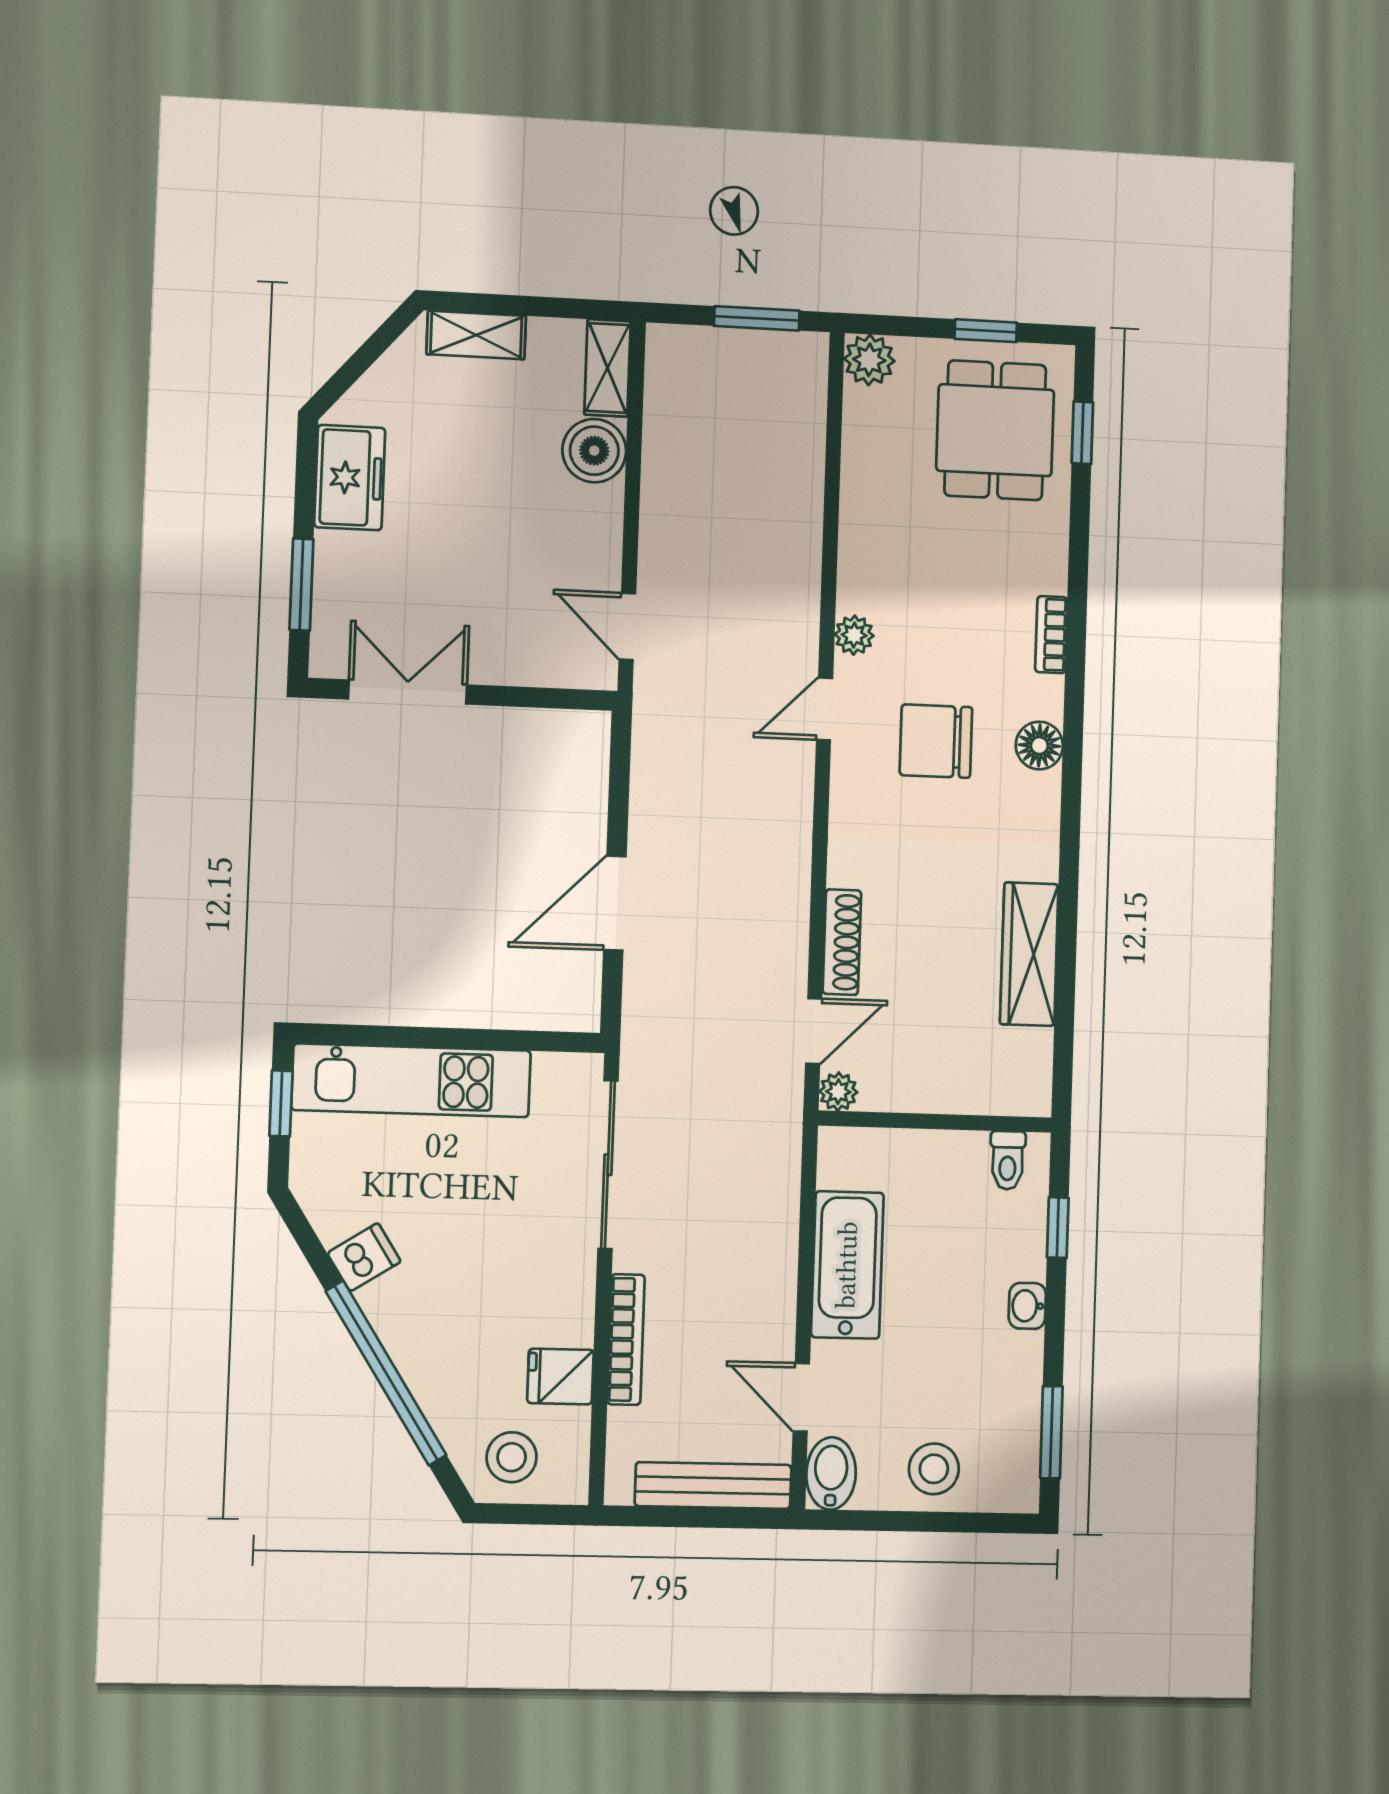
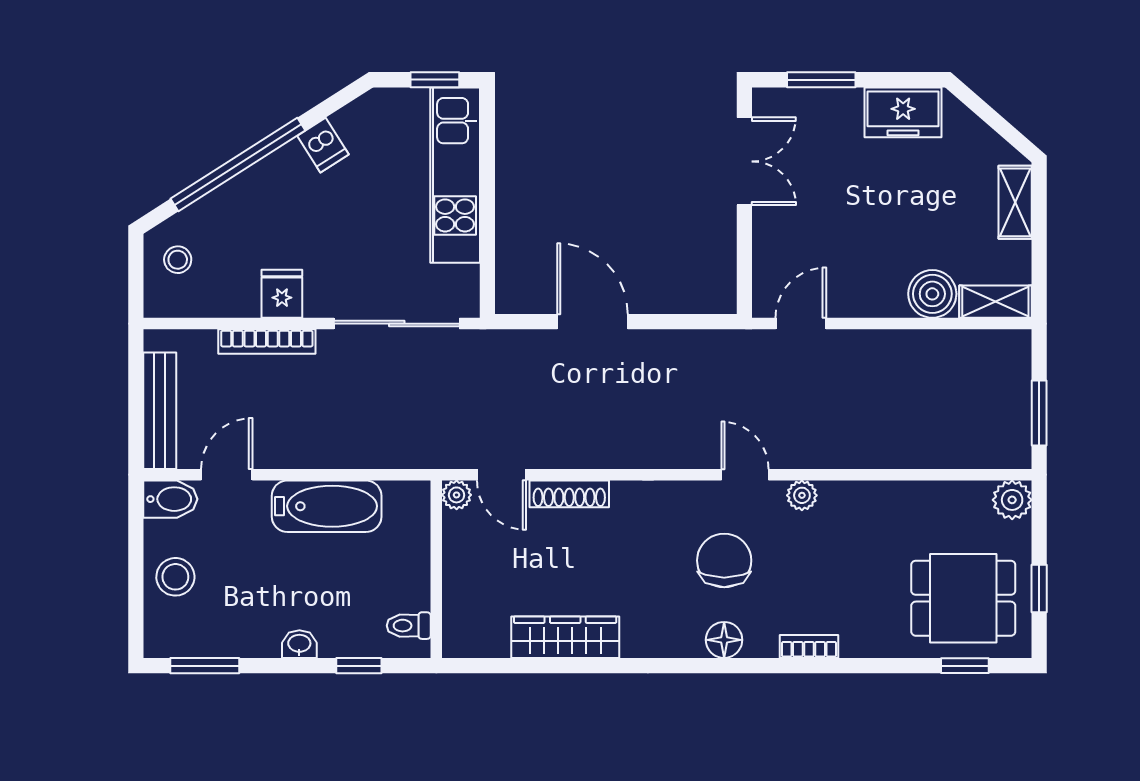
fridge: (560, 1376) -> (282, 294), moved
stool: (512, 1457) -> (178, 260), width x0.73, depth x0.73

